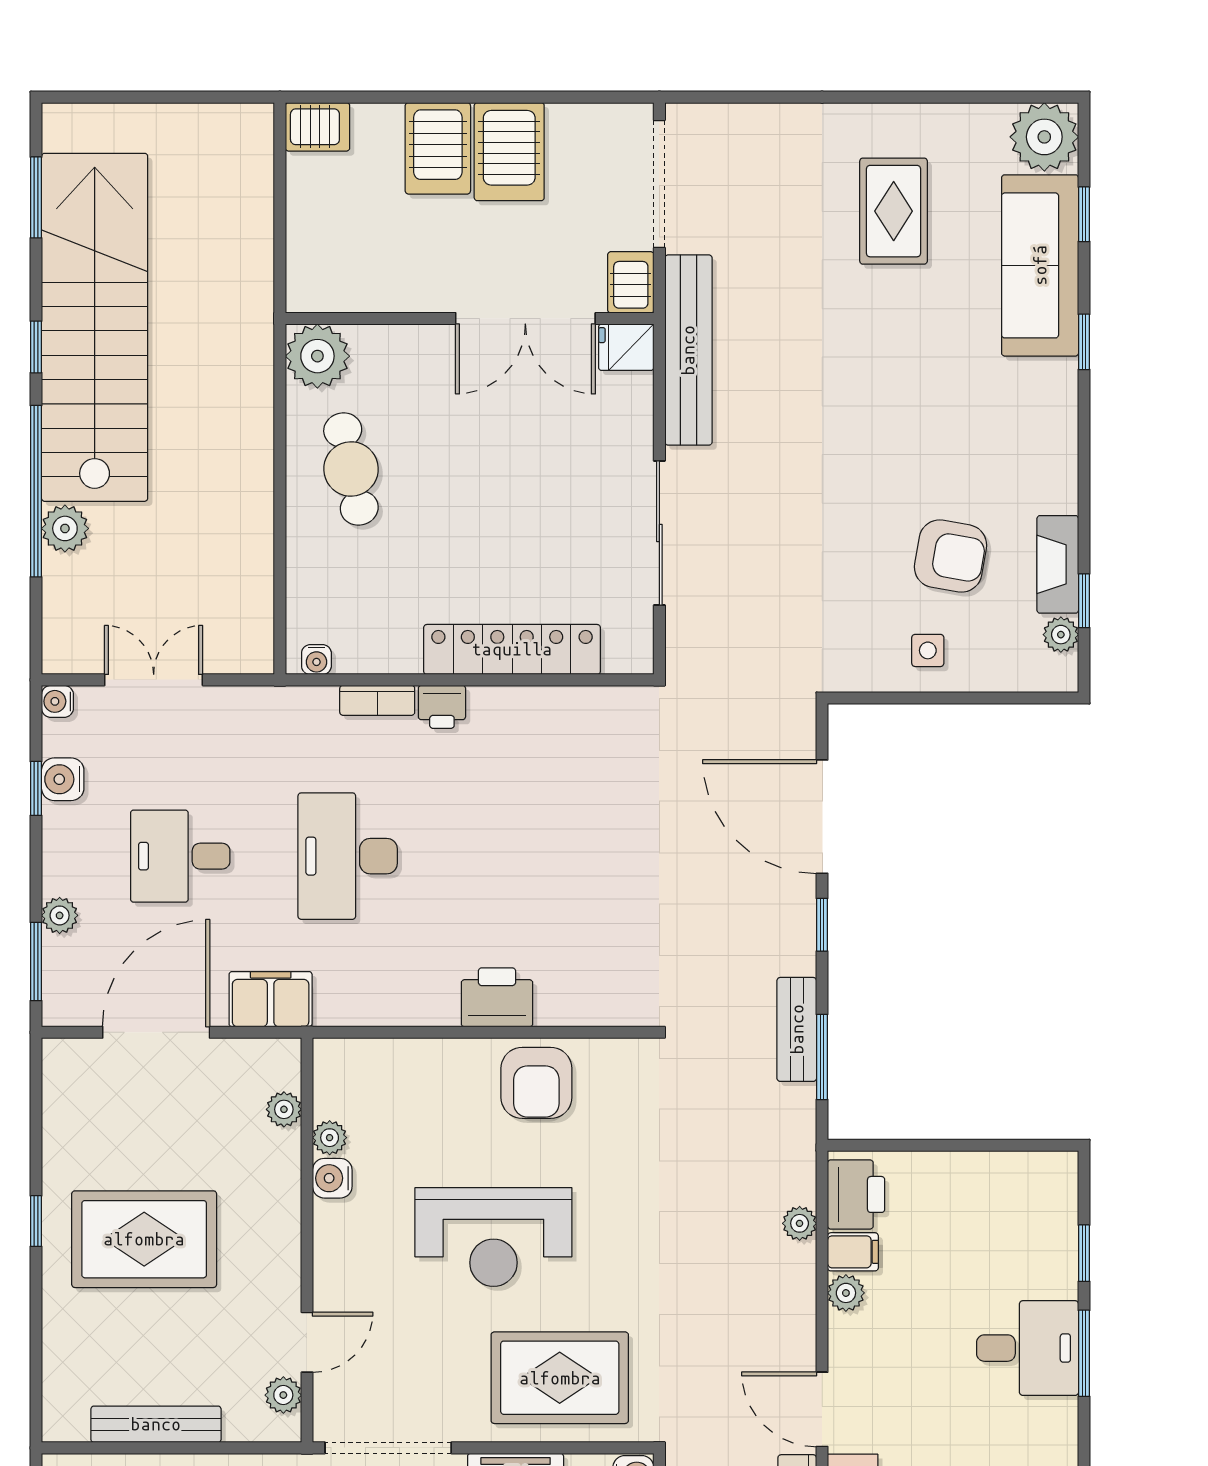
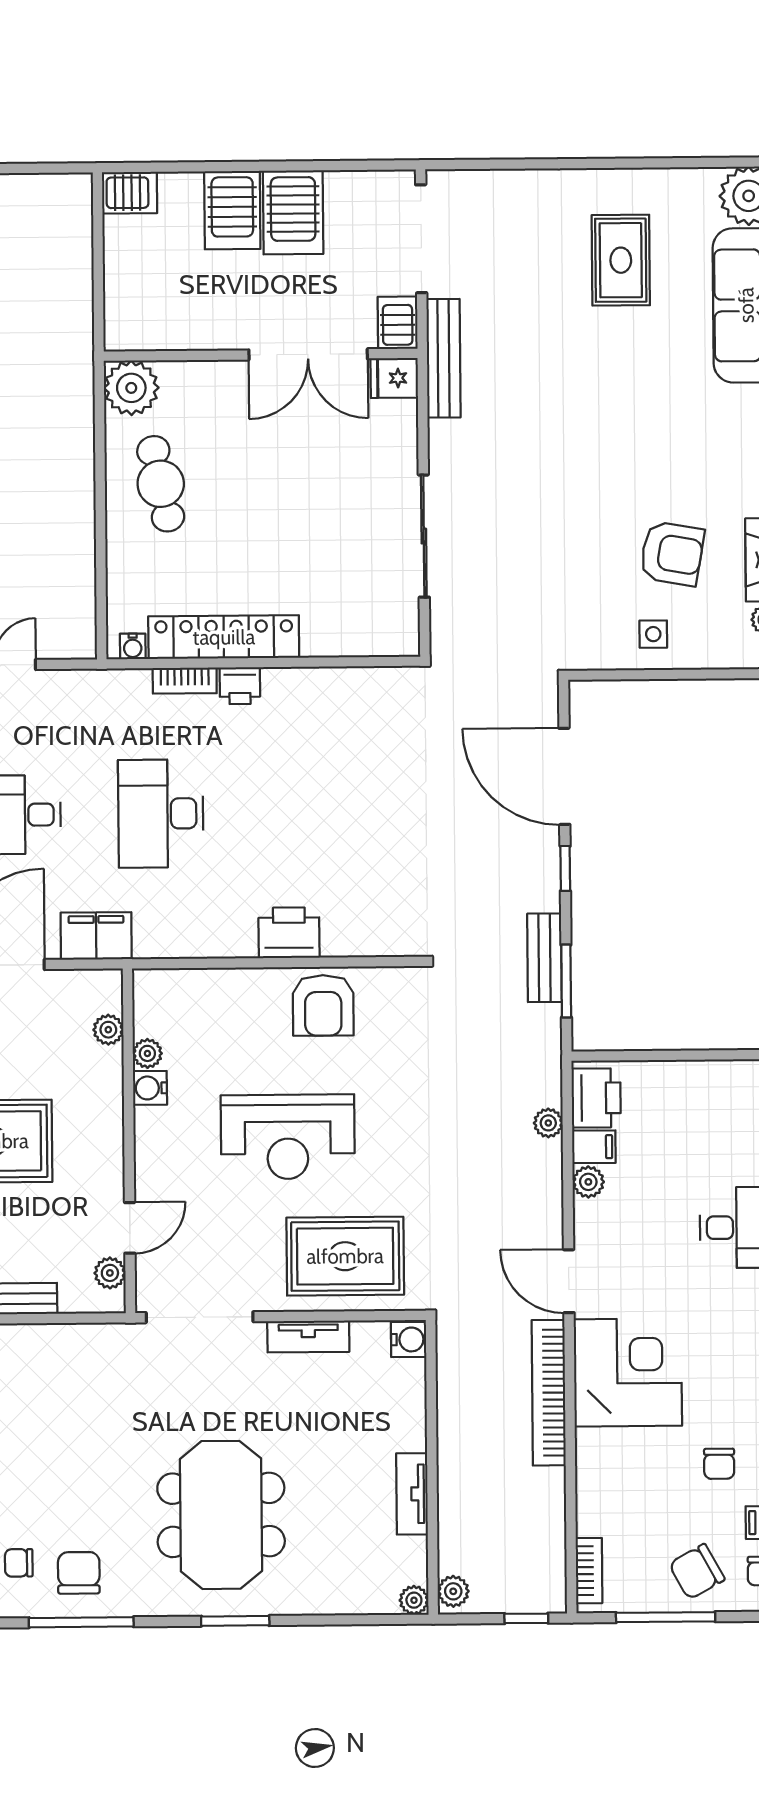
bench: (688, 350) -> (443, 358), width x0.73, depth x0.82
locker: (512, 649) -> (224, 637), moved

